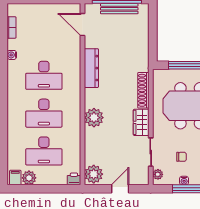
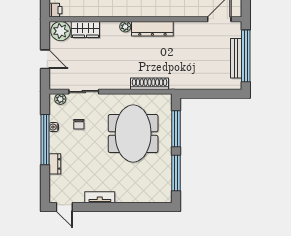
dresser: (91, 68) -> (152, 29), moved
plant: (94, 118) -> (125, 27), width x0.53, depth x0.53
wardrobe: (141, 122) -> (85, 29), moved, turned 180

